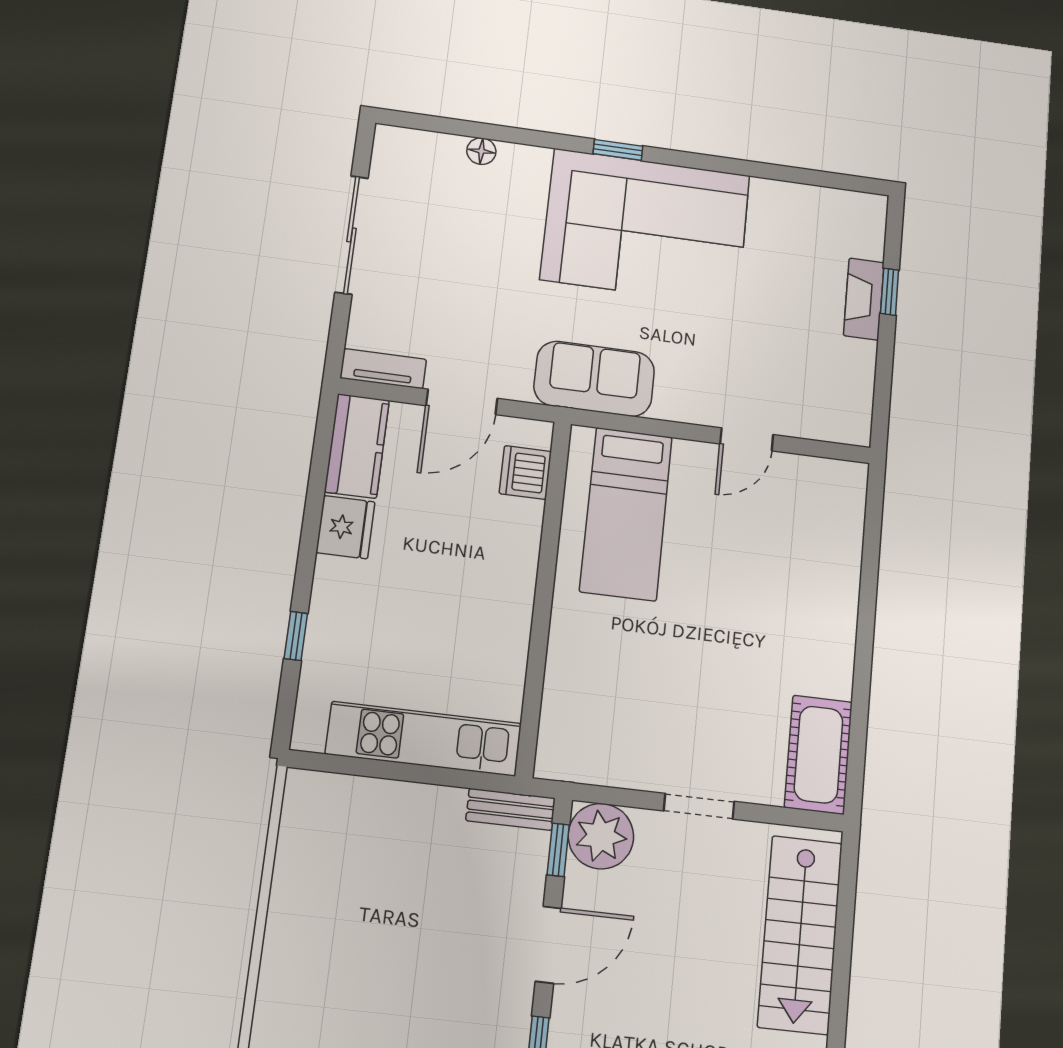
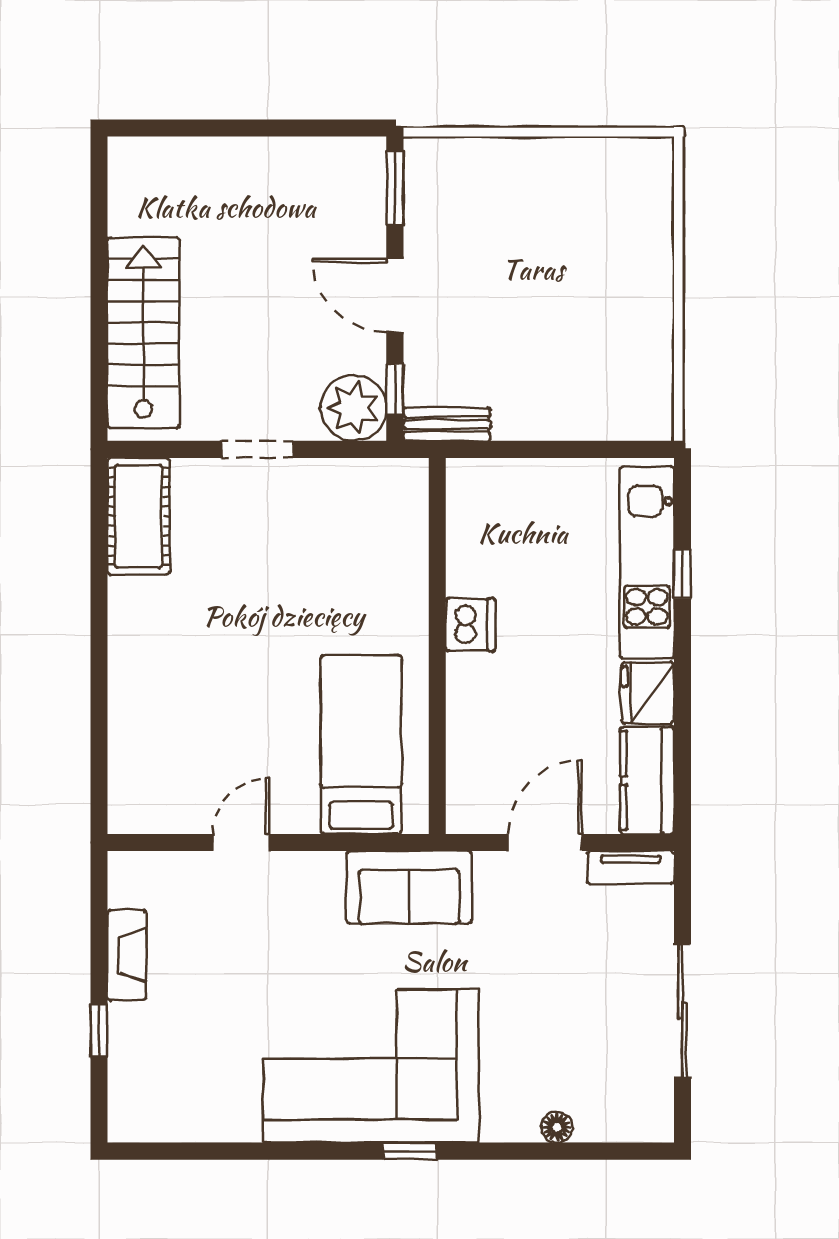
fireplace: (864, 299) -> (127, 955), moved
dishwasher: (525, 473) -> (470, 625), moved
kitchen unit: (424, 739) -> (647, 563), moved, turned 90
door: (548, 945) -> (395, 295), hinge flipped

